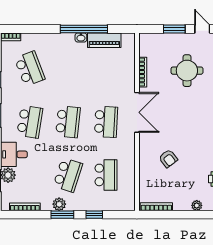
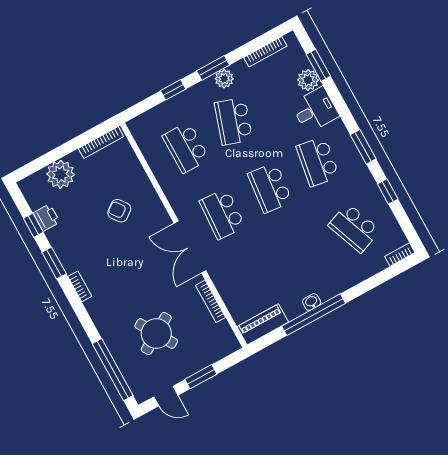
piano: (104, 40) -> (263, 324), moved
round table: (187, 71) -> (156, 334), turned -31
plant: (197, 205) -> (61, 174), width x1.88, depth x1.88

